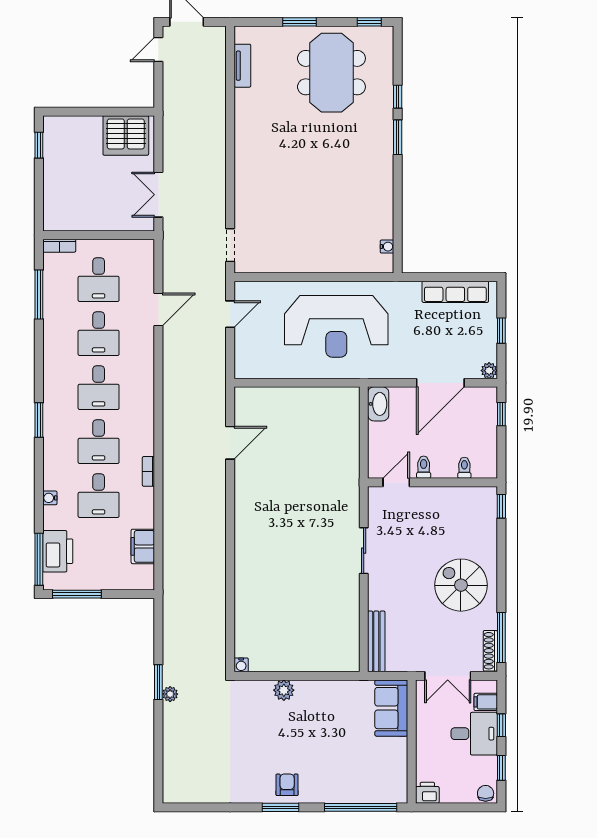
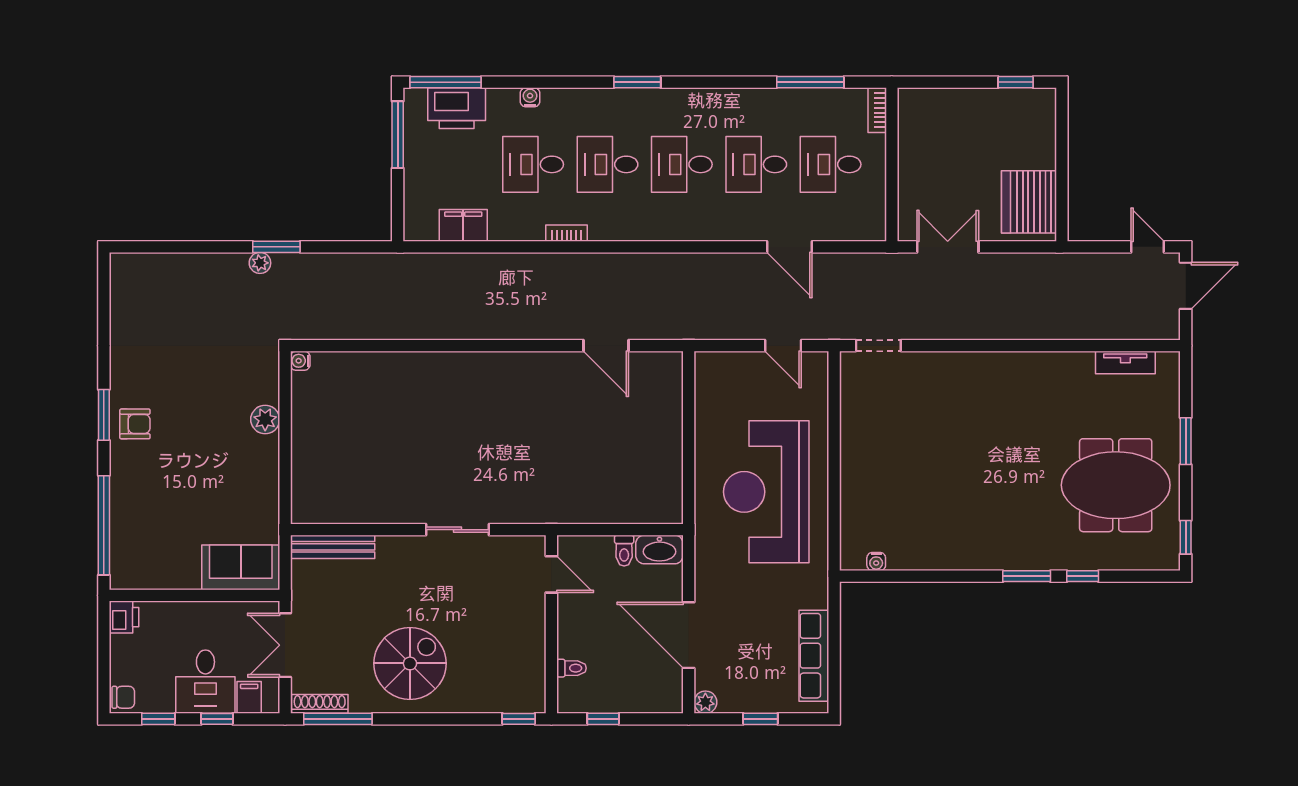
window: (501, 414) -> (603, 719), moved
toilet: (424, 467) -> (624, 551), moved, turned 90

